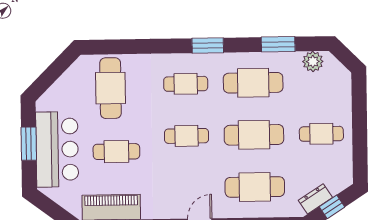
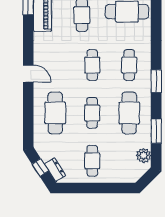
cafe table: (254, 135) -> (92, 113), width x0.73, depth x0.74
dresser: (315, 199) -> (55, 170), moved

